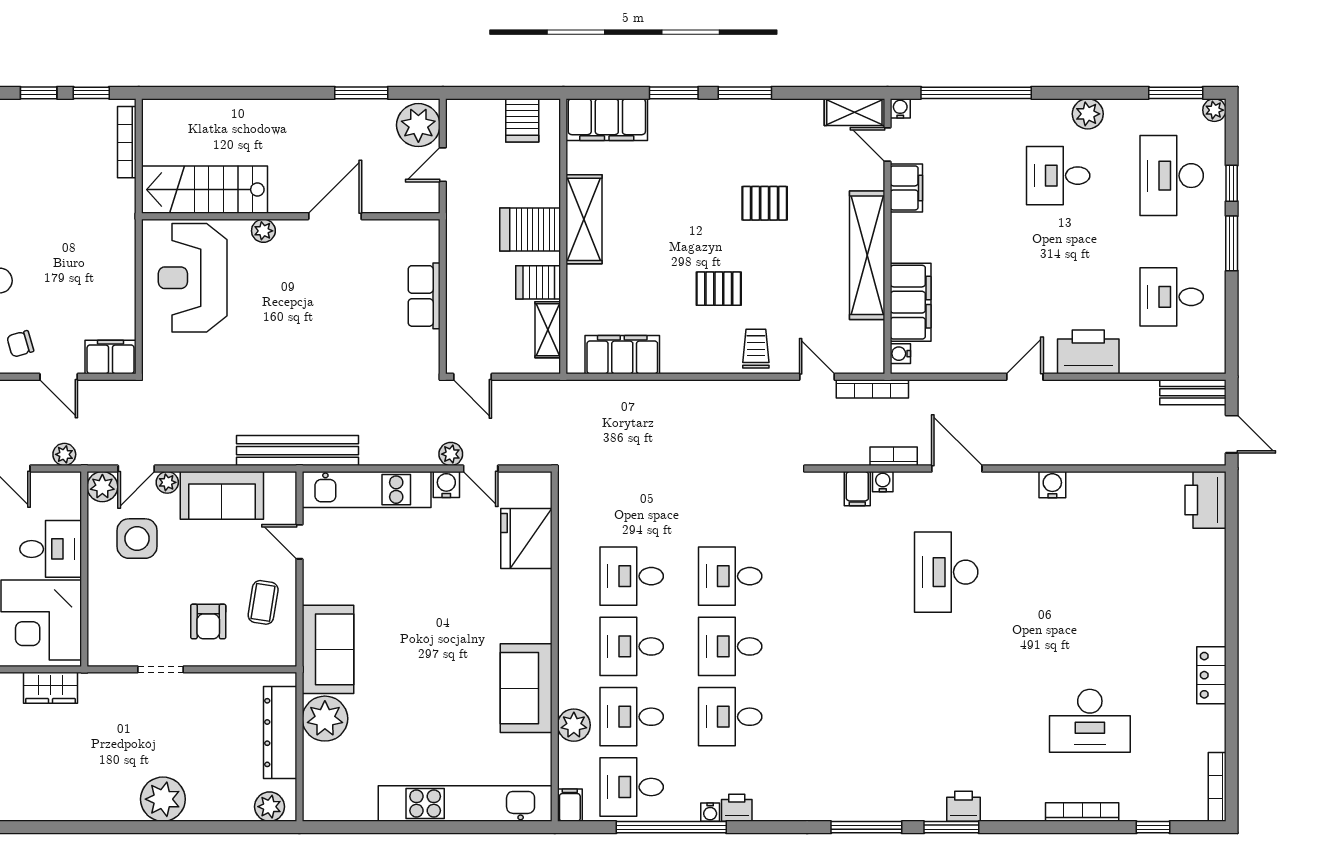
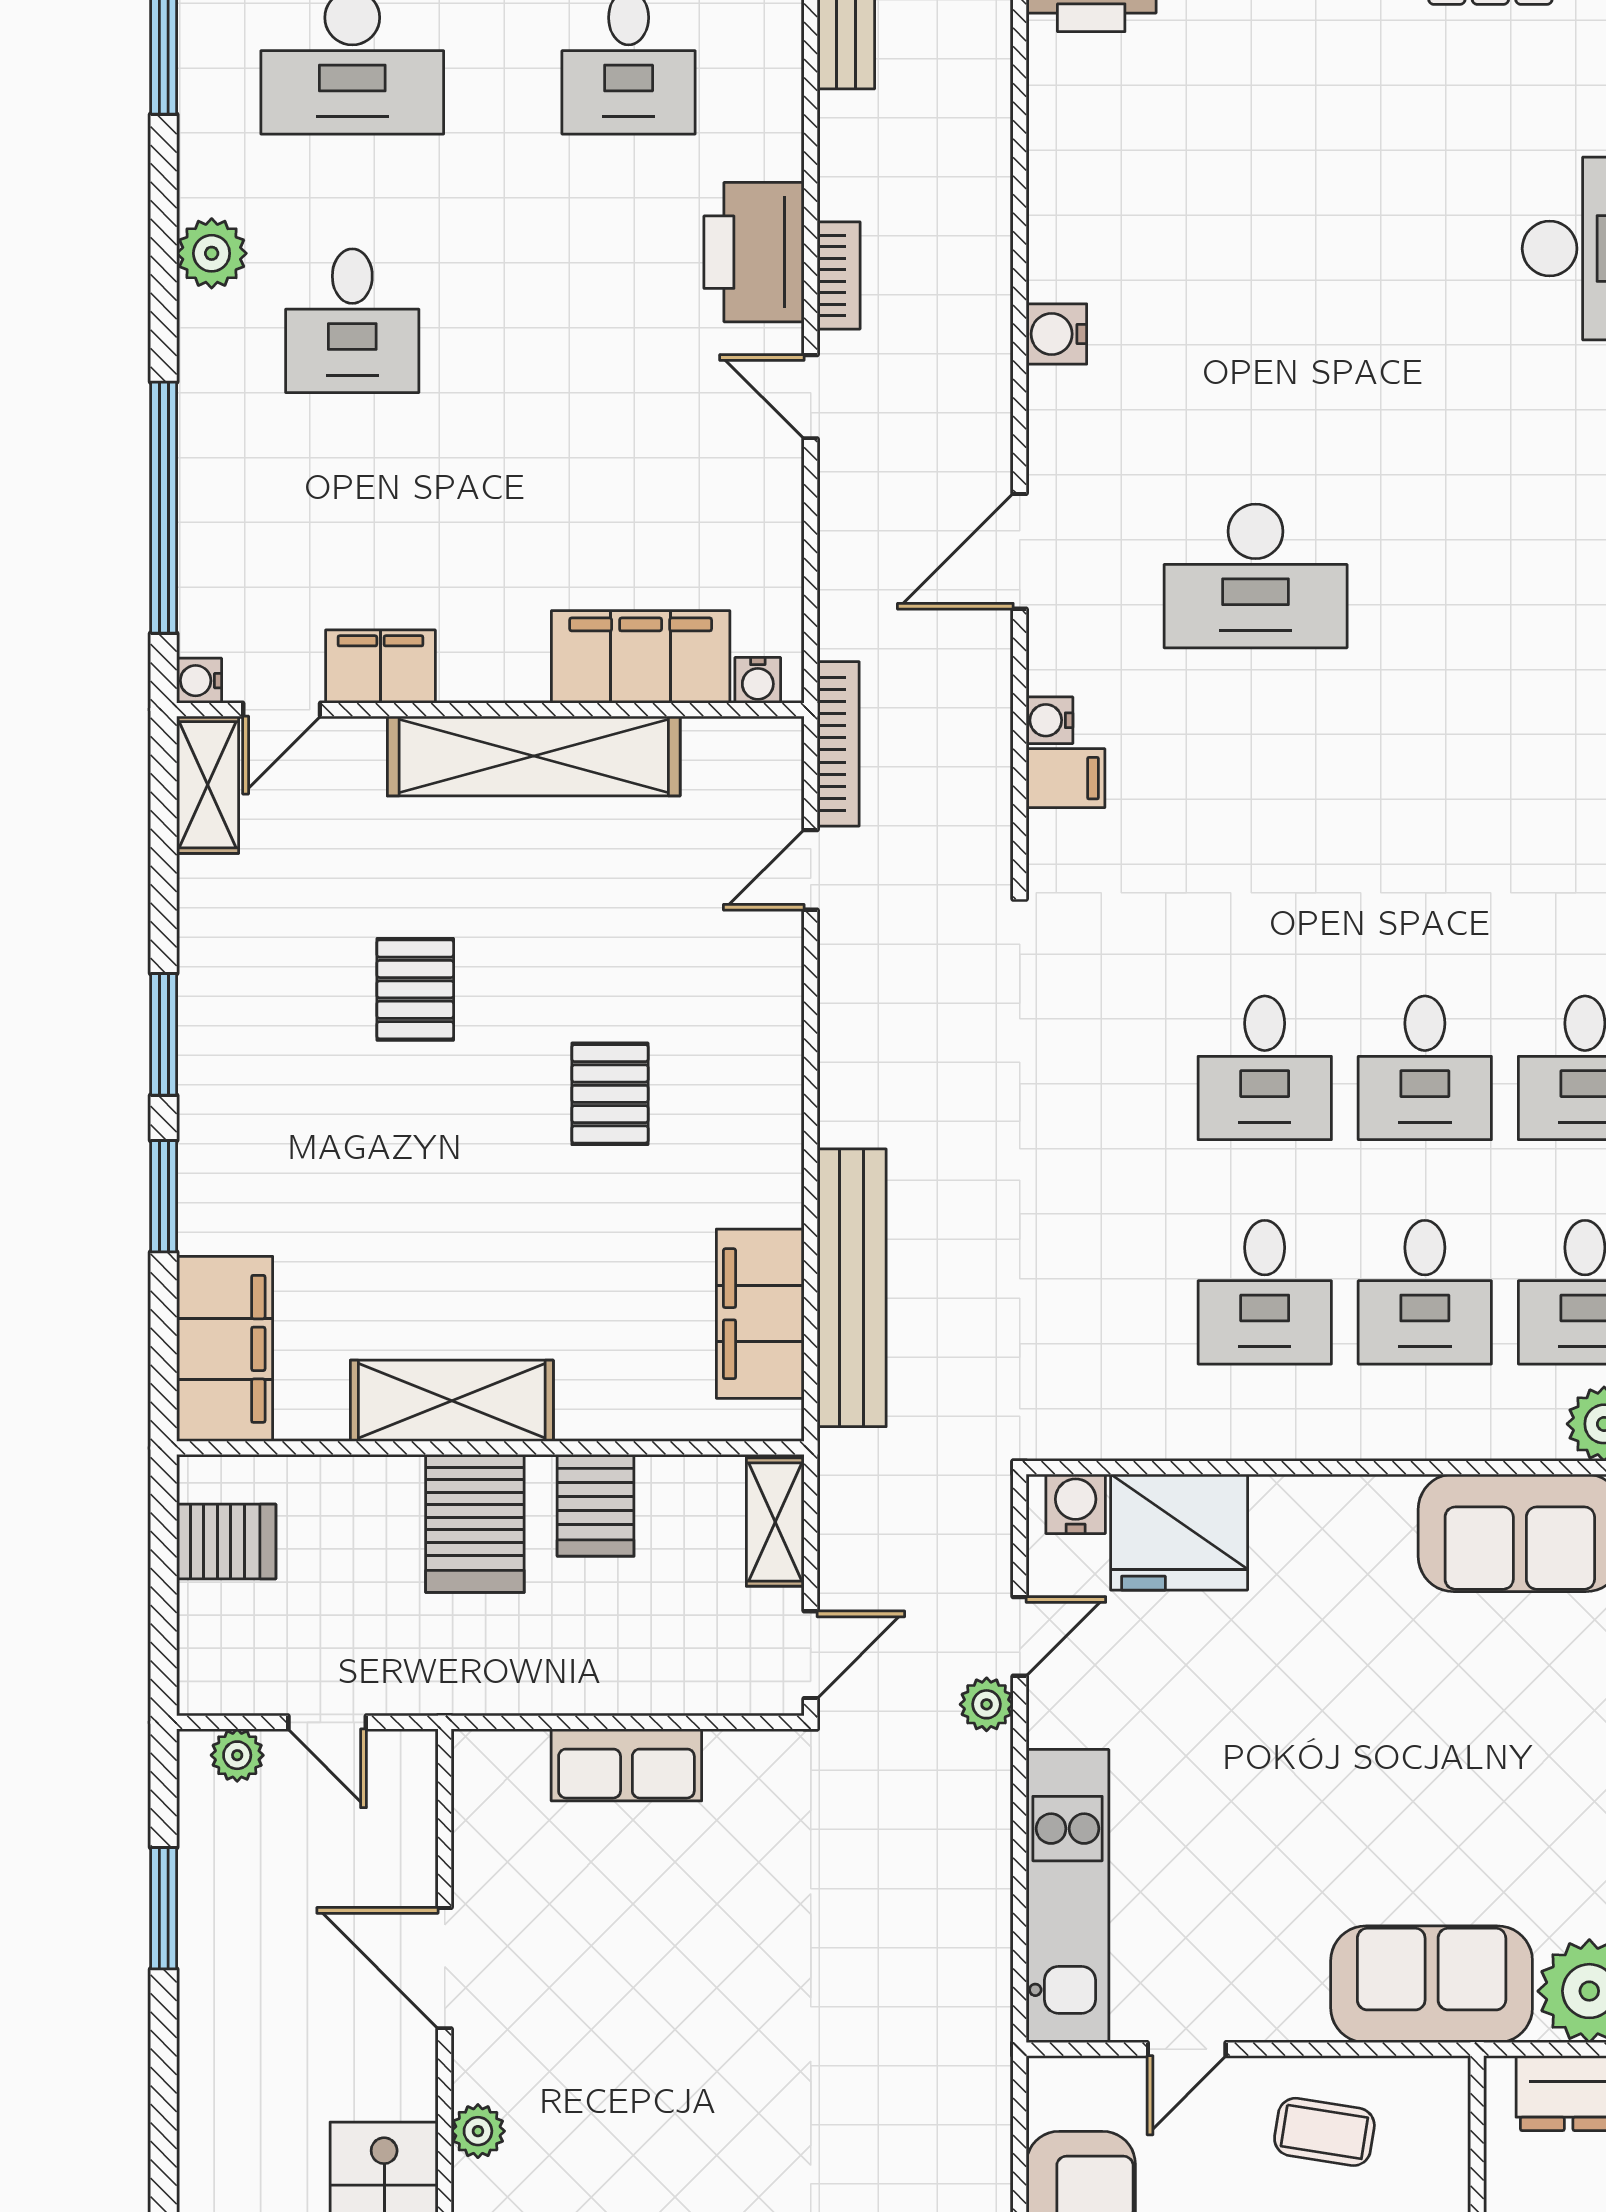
plant: (418, 125) -> (237, 1755), width x0.53, depth x0.53
shelving: (548, 330) -> (775, 1522), moved, turned 90
trolley: (756, 349) -> (747, 1009), removed
bench: (298, 451) -> (852, 1288), moved
bookcase: (894, 456) -> (839, 275), moved, turned 180
water cooler: (446, 485) -> (1076, 1504), moved, turned 90

